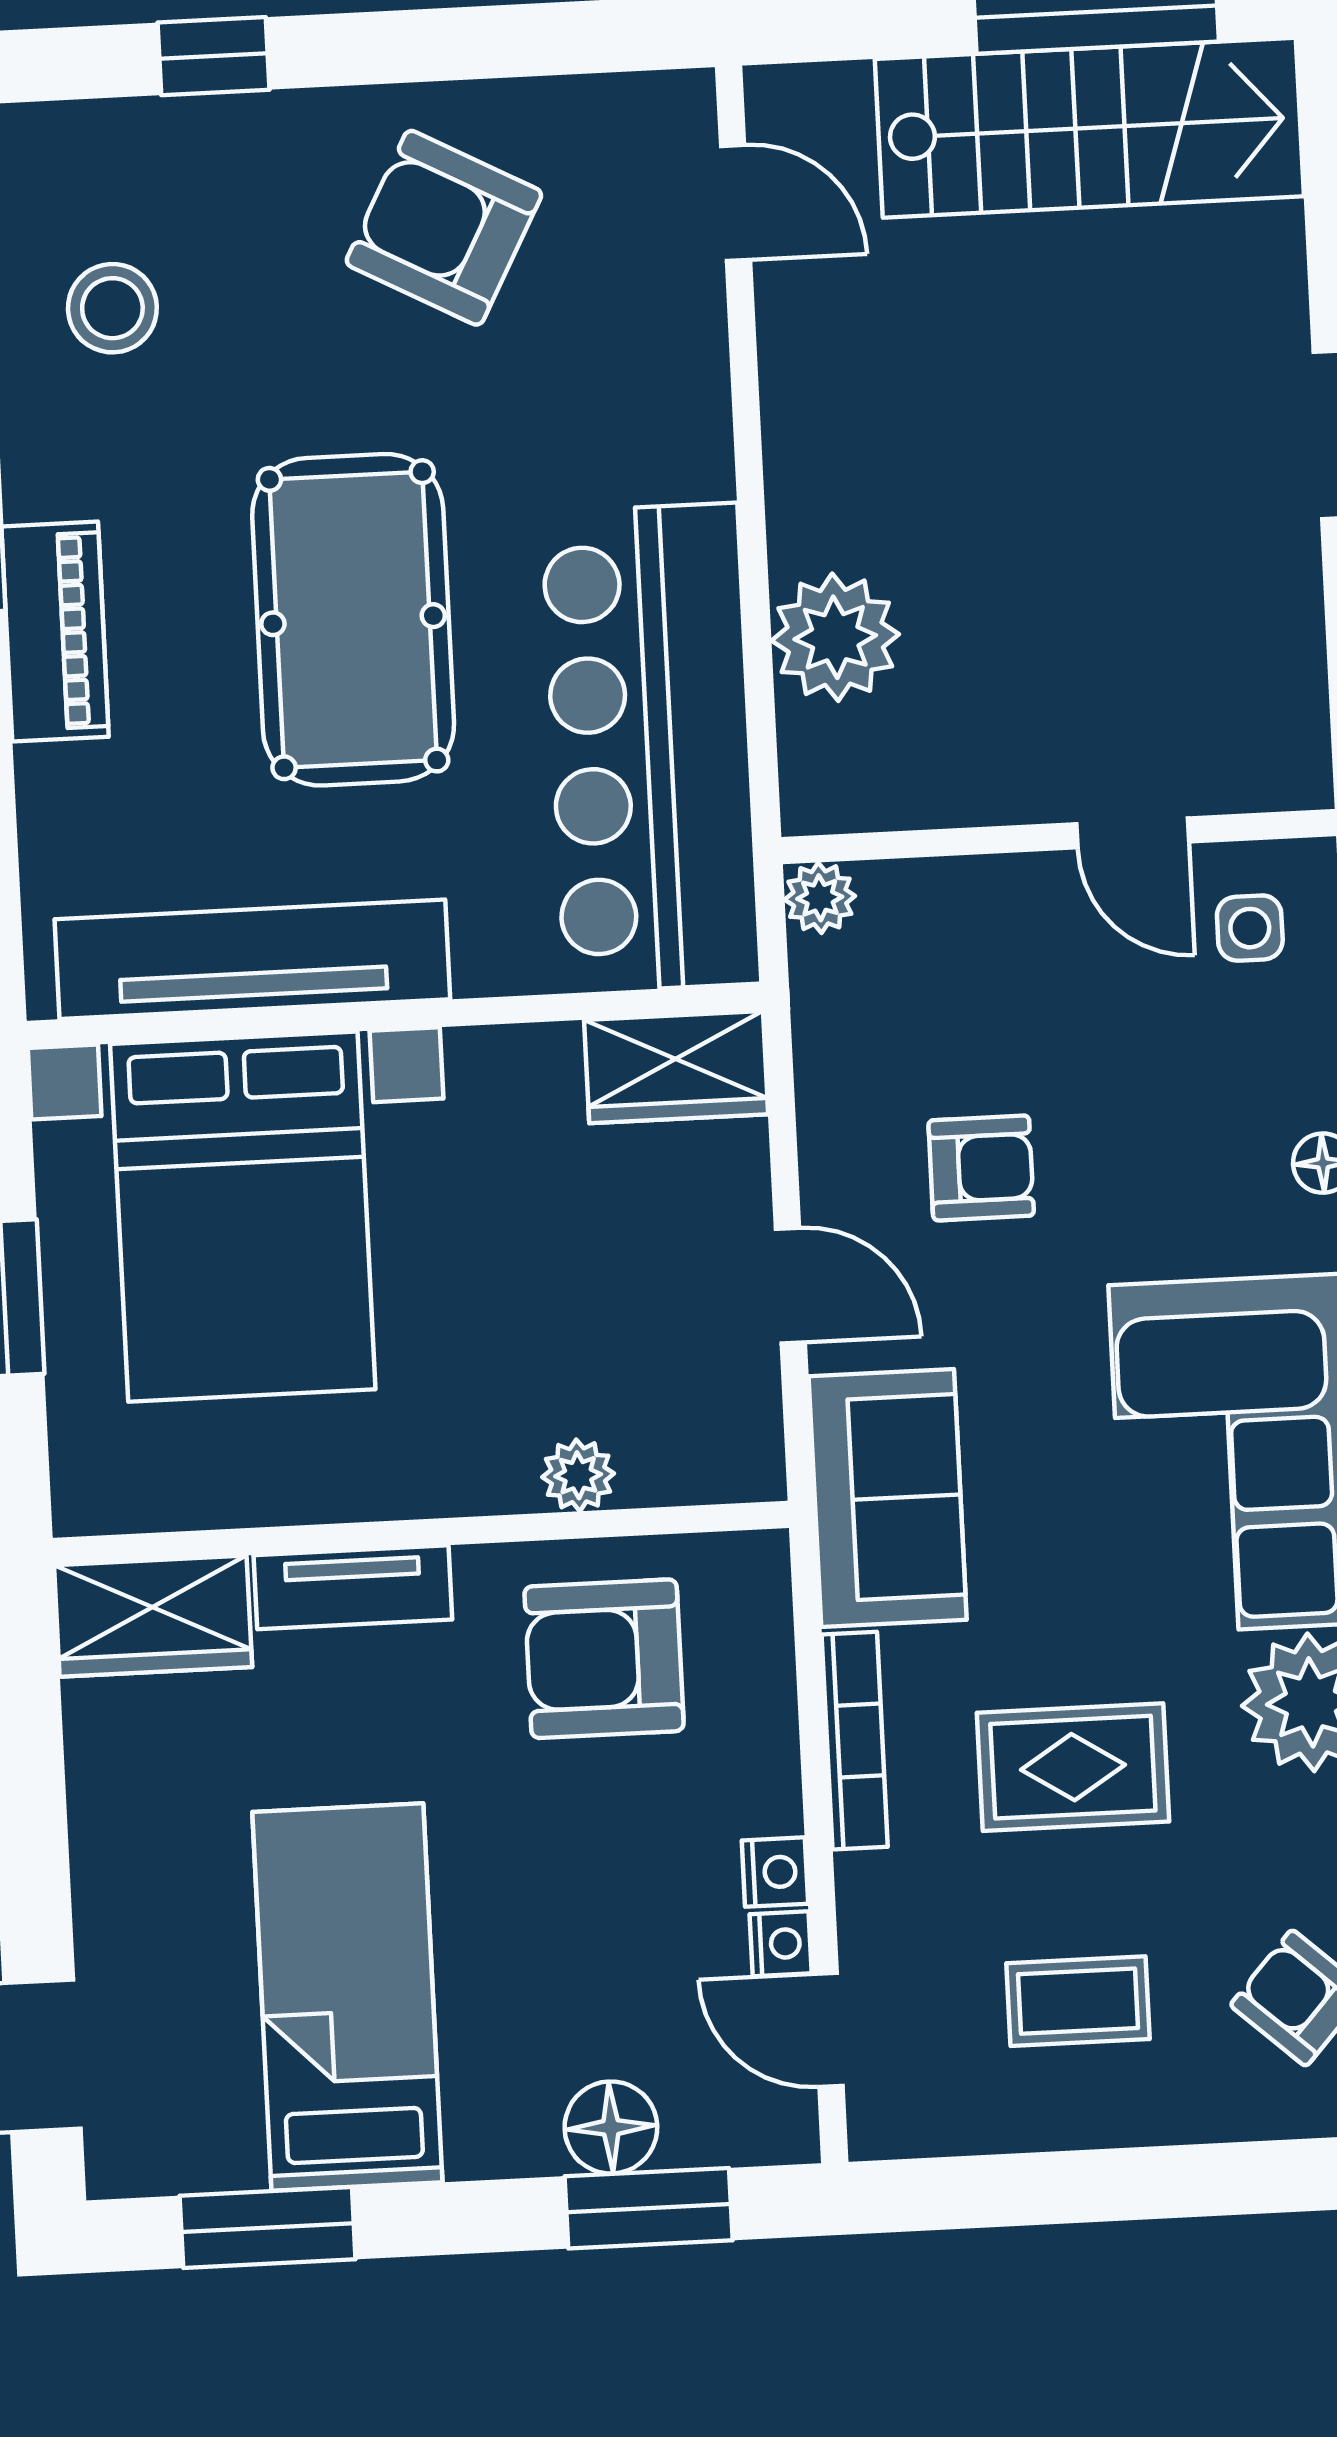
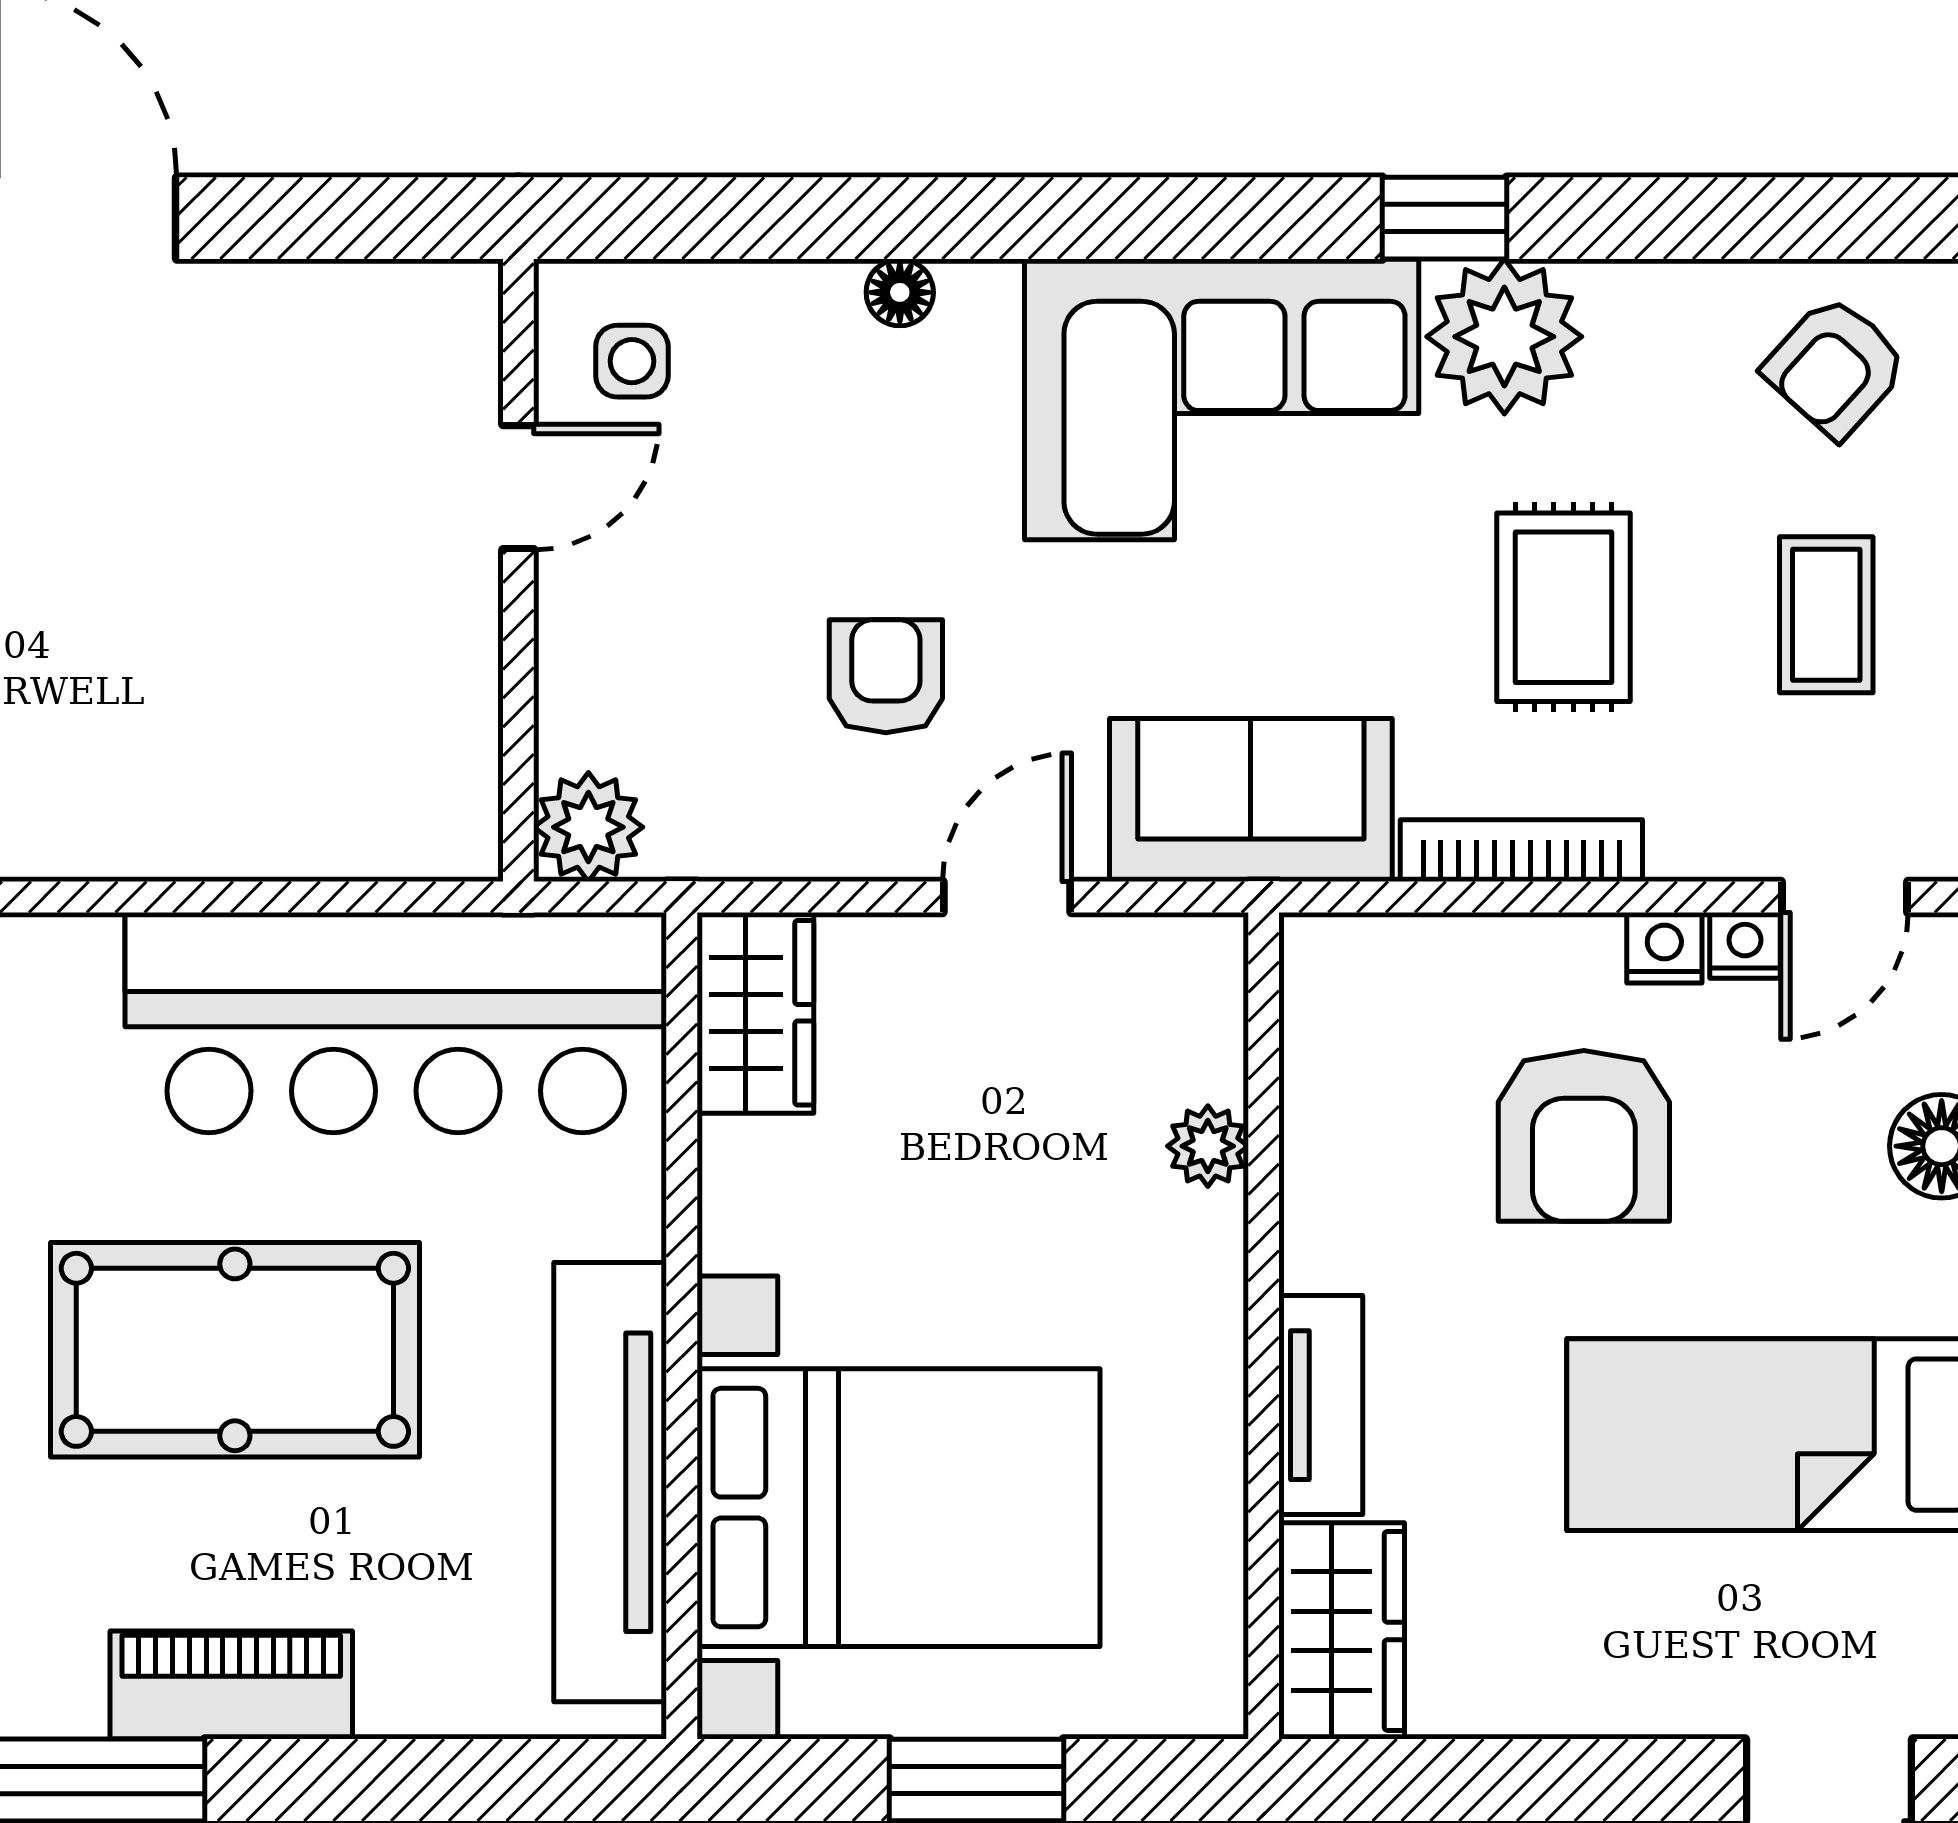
plant: (835, 637) -> (282, 810), removed
plant: (820, 898) -> (588, 827), width x1.38, depth x1.38
armchair: (604, 1659) -> (1584, 1136), moved

